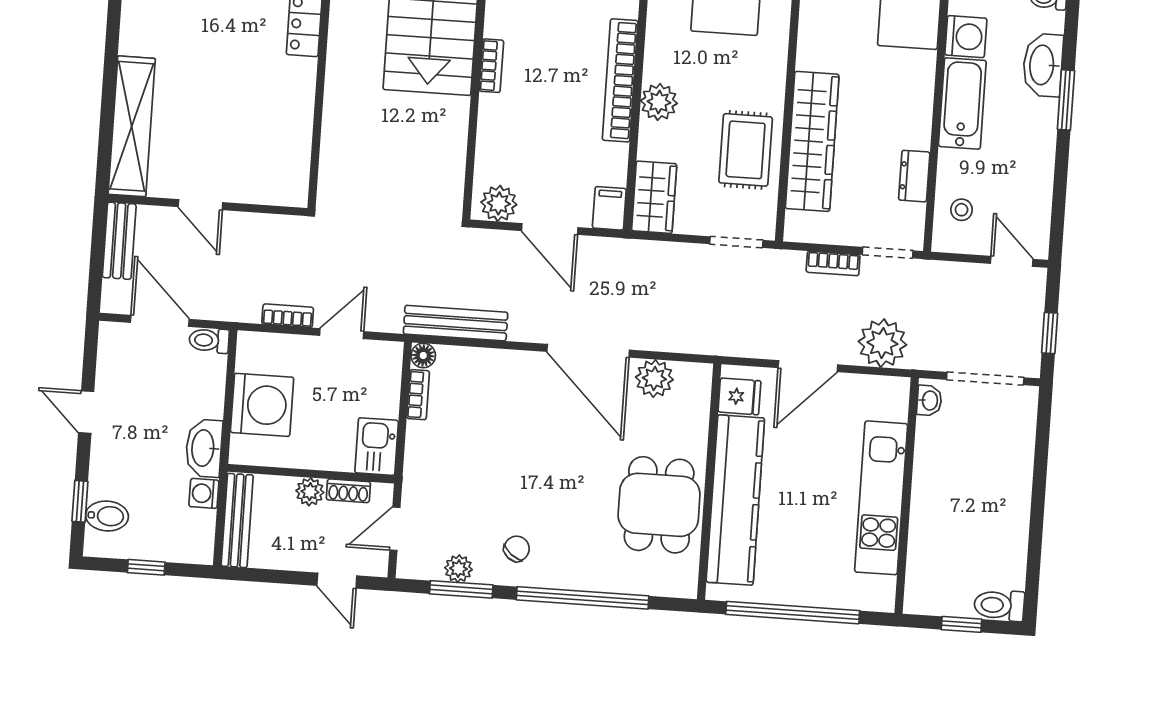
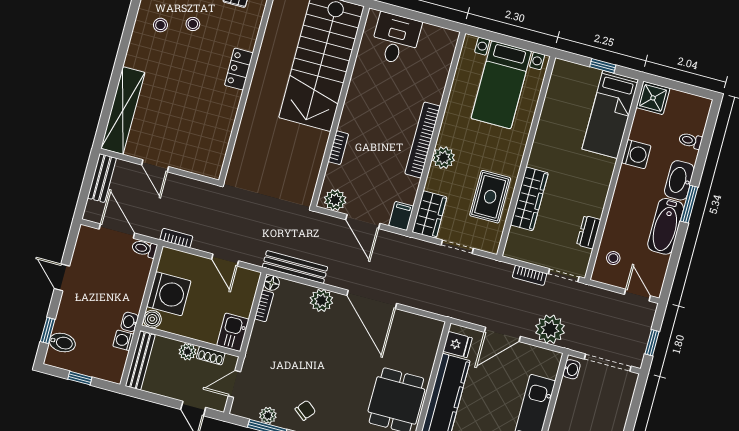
bookcase: (491, 66) -> (338, 148), moved
bathtub: (962, 103) -> (666, 226), moved, turned 180
wardrobe: (812, 141) -> (529, 199), width x0.71, depth x0.85
doorway: (736, 242) -> (457, 247), moved
bookcase: (288, 316) -> (176, 238), moved
door: (342, 334) -> (225, 260), swing flipped
plant: (654, 378) -> (321, 300), moved
washbasin: (204, 448) -> (130, 322), width x0.52, depth x0.69
boiler: (243, 451) -> (152, 319), added

